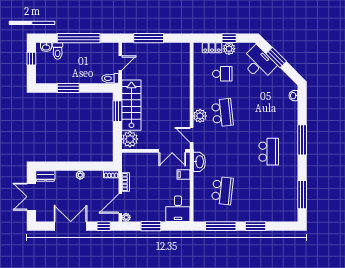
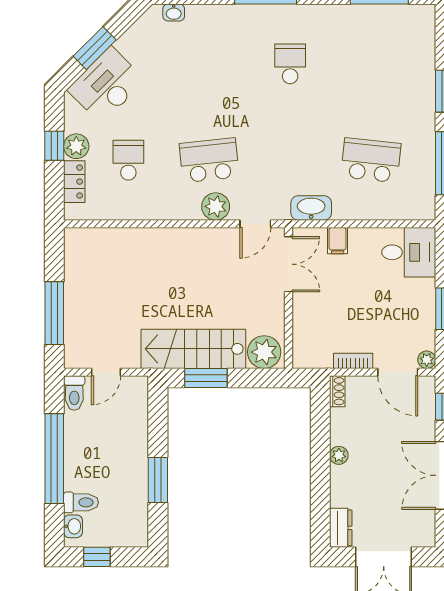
door: (120, 63) -> (106, 372), swing flipped
toilet: (110, 78) -> (74, 393), moved
school desk: (269, 152) -> (290, 64), width x0.54

